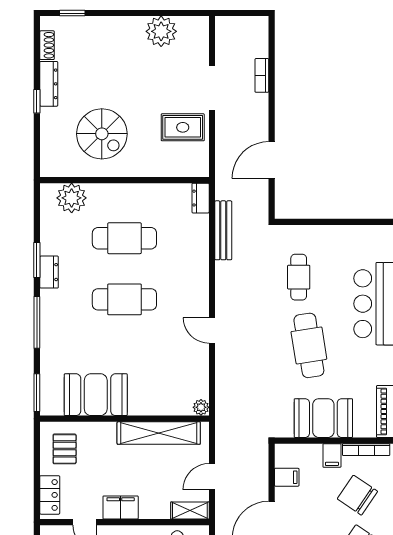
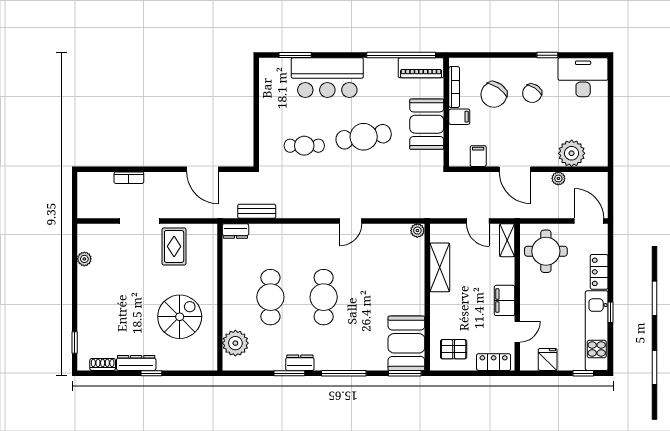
plant: (161, 31) -> (84, 259), width x0.53, depth x0.53
bench: (223, 230) -> (257, 211), width x0.73
booth: (96, 395) -> (406, 343), moved
shelving: (159, 433) -> (440, 267), width x0.68

